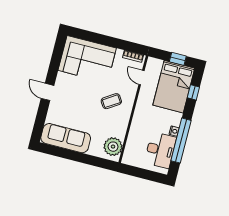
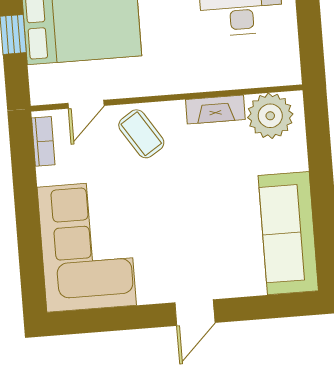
coffee table: (111, 101) -> (141, 134), moved
fireplace: (123, 126) -> (215, 110), added

